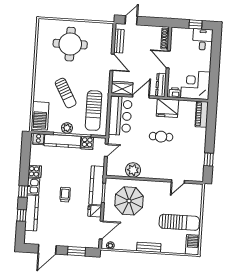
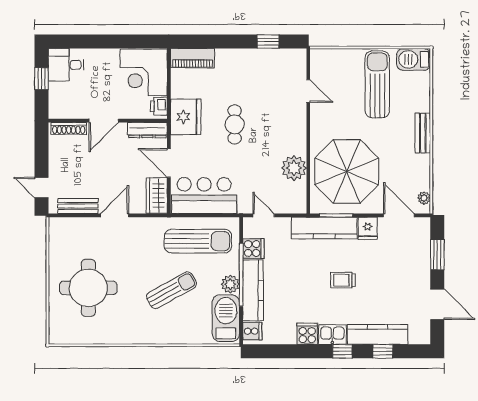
barbecue: (40, 116) -> (226, 318), moved, turned -90
parasol: (129, 201) -> (347, 171), width x1.36, depth x1.36

